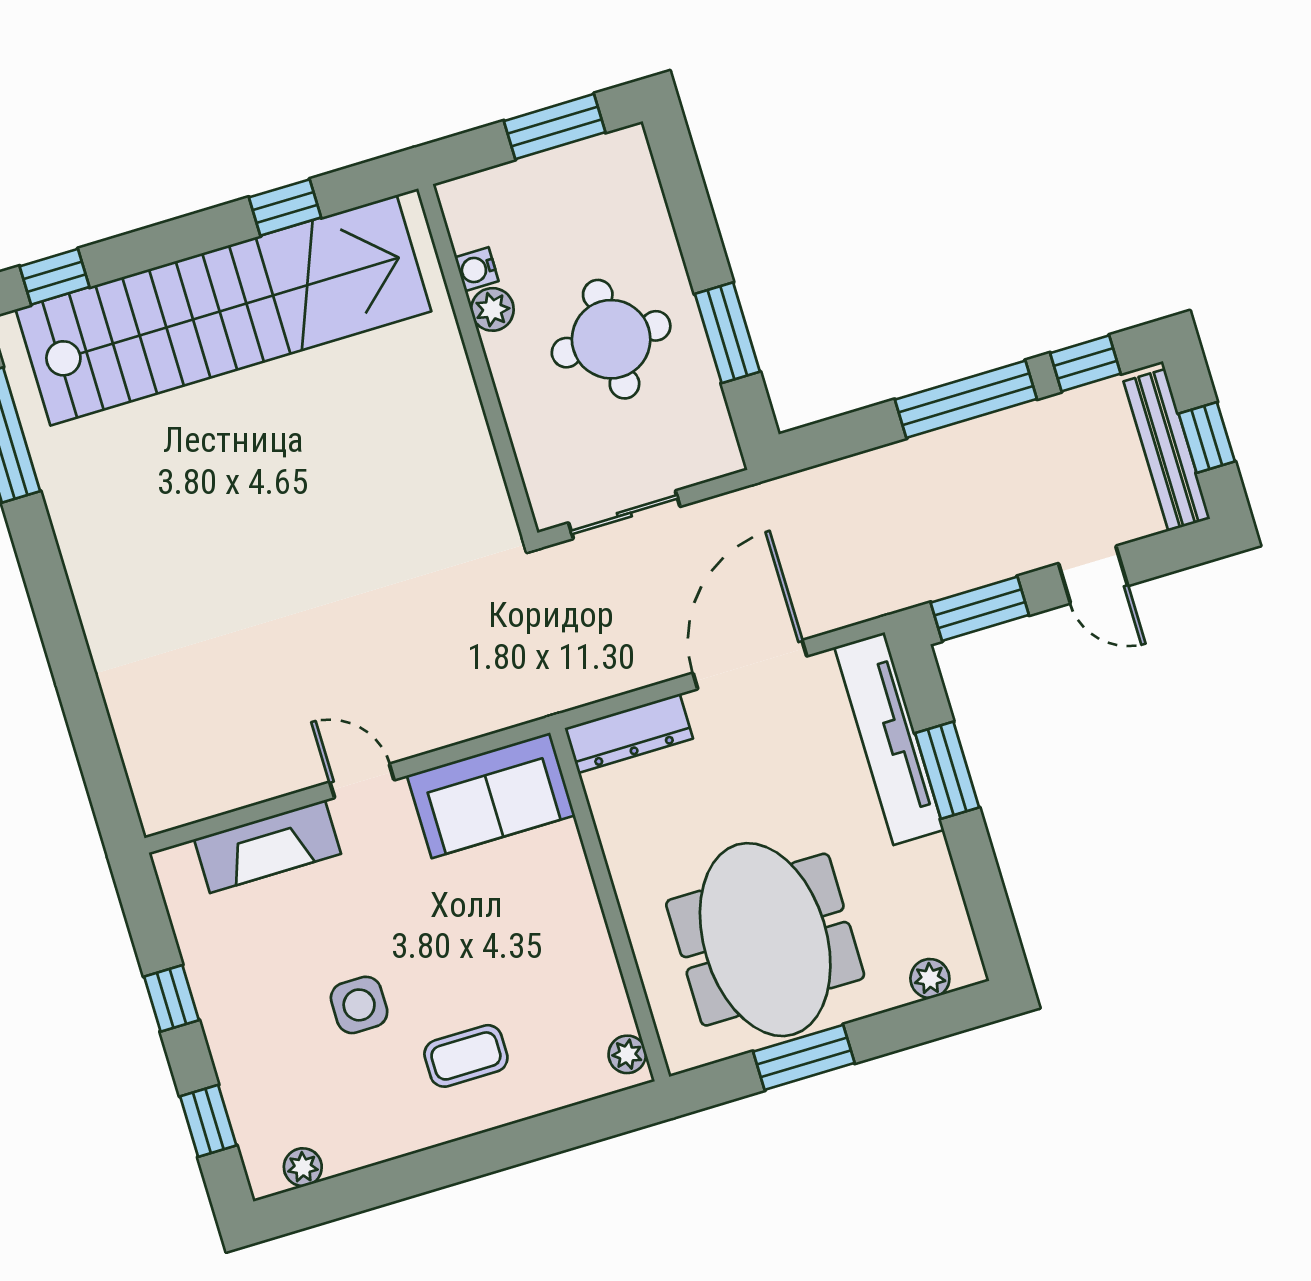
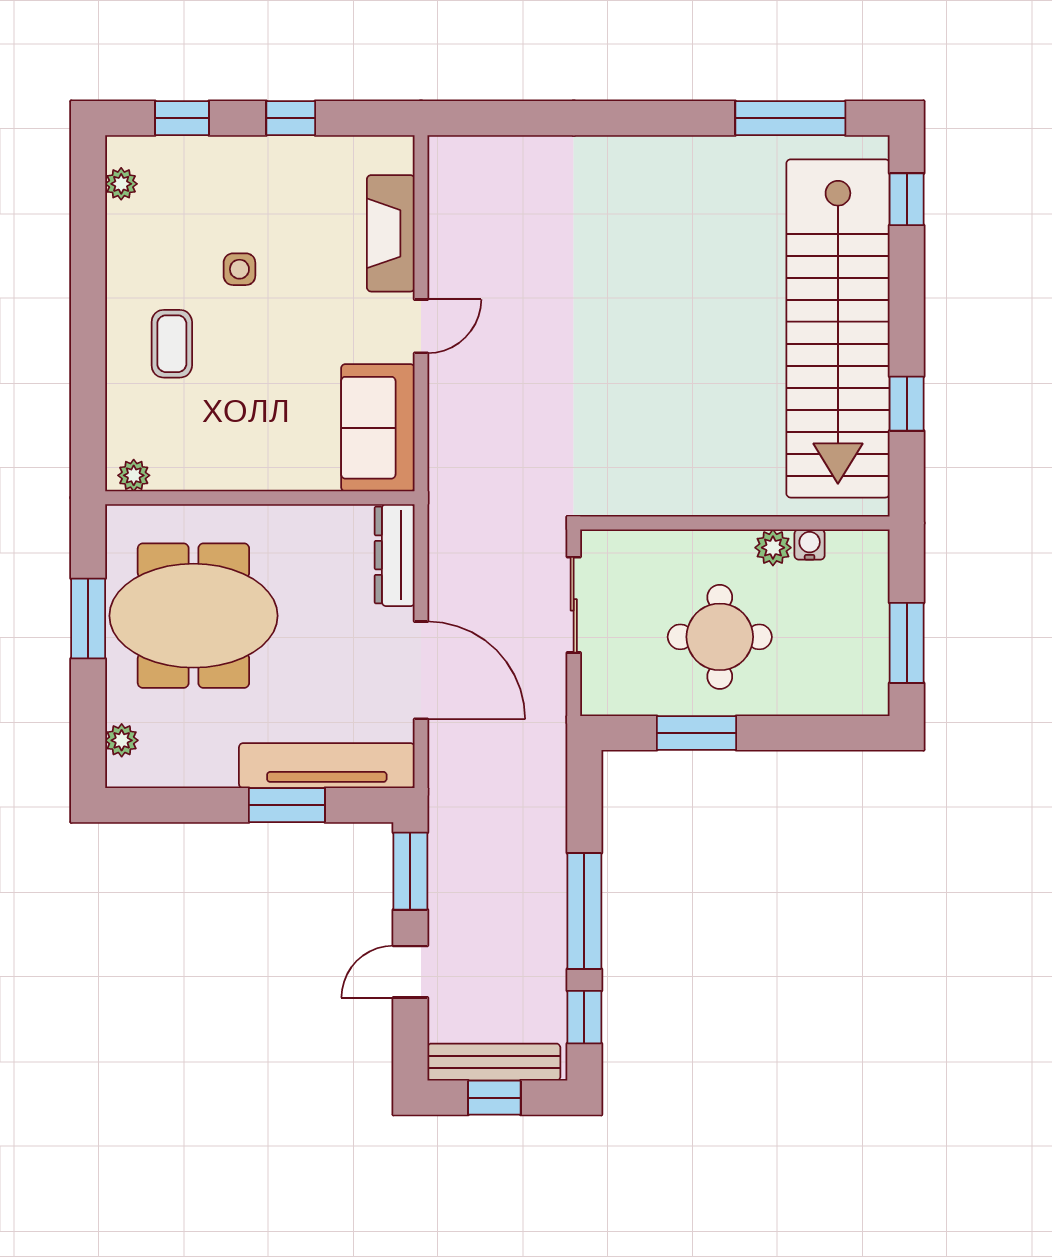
side table: (359, 1005) -> (239, 269), width x0.73, depth x0.73

